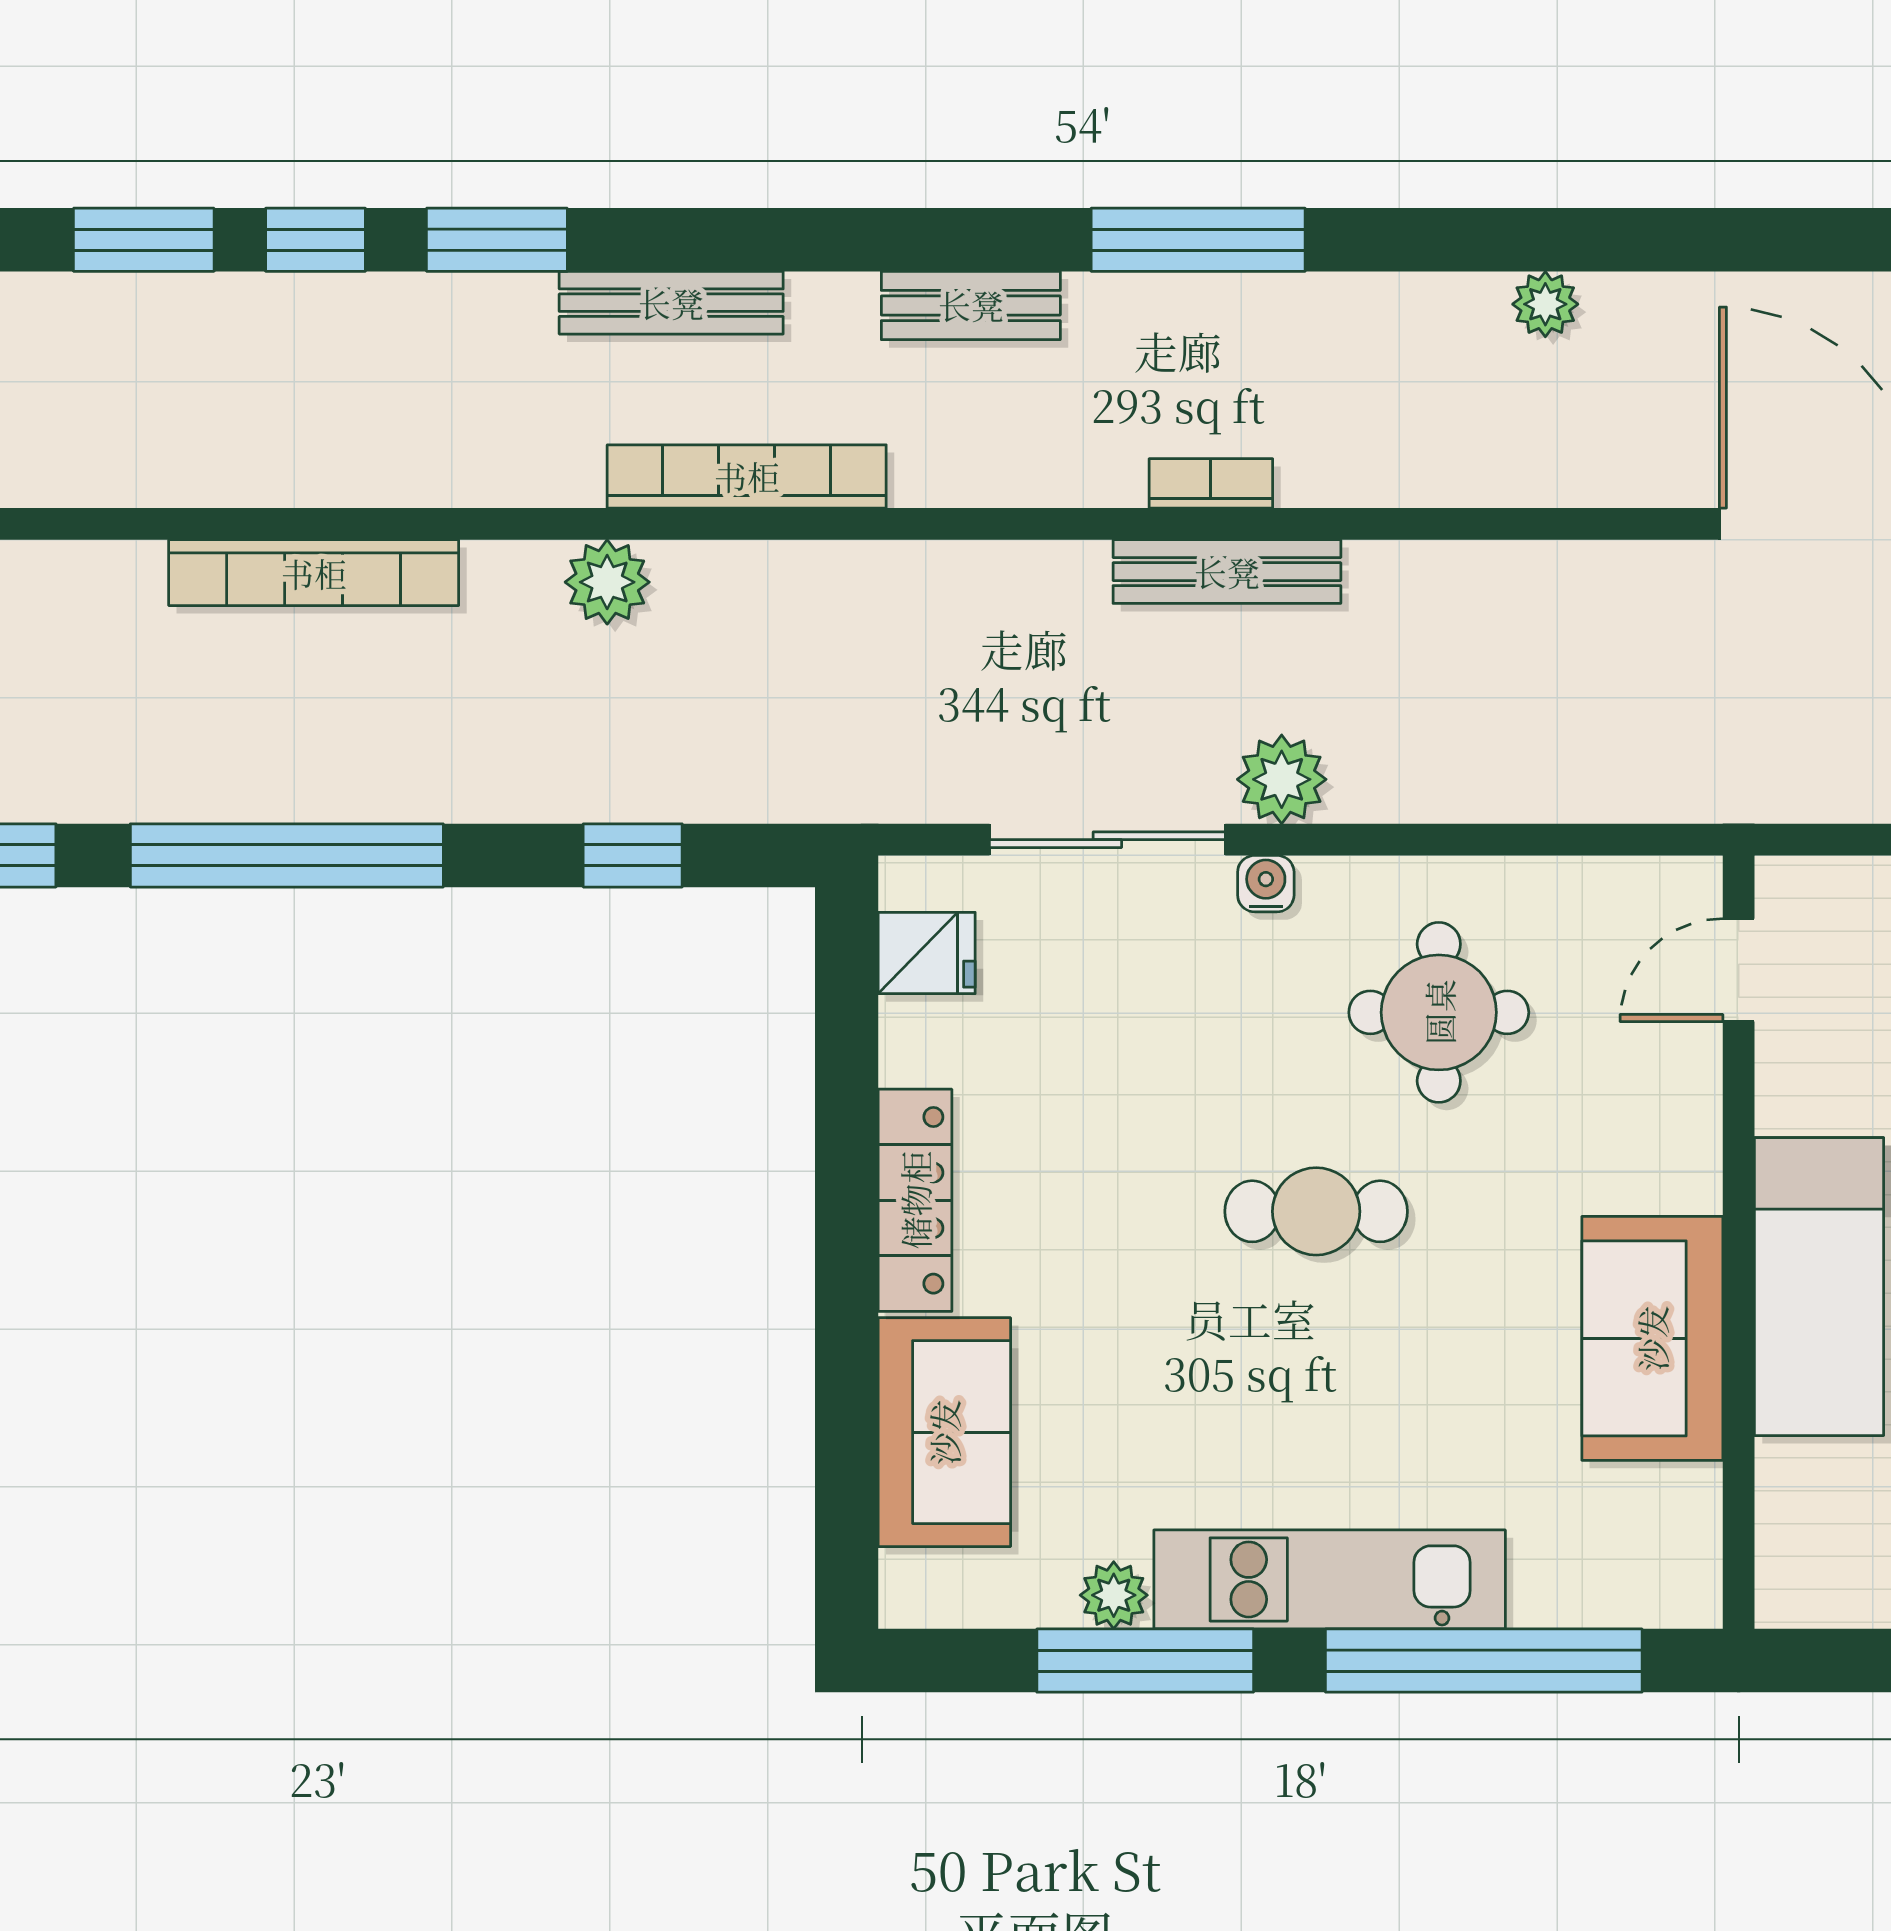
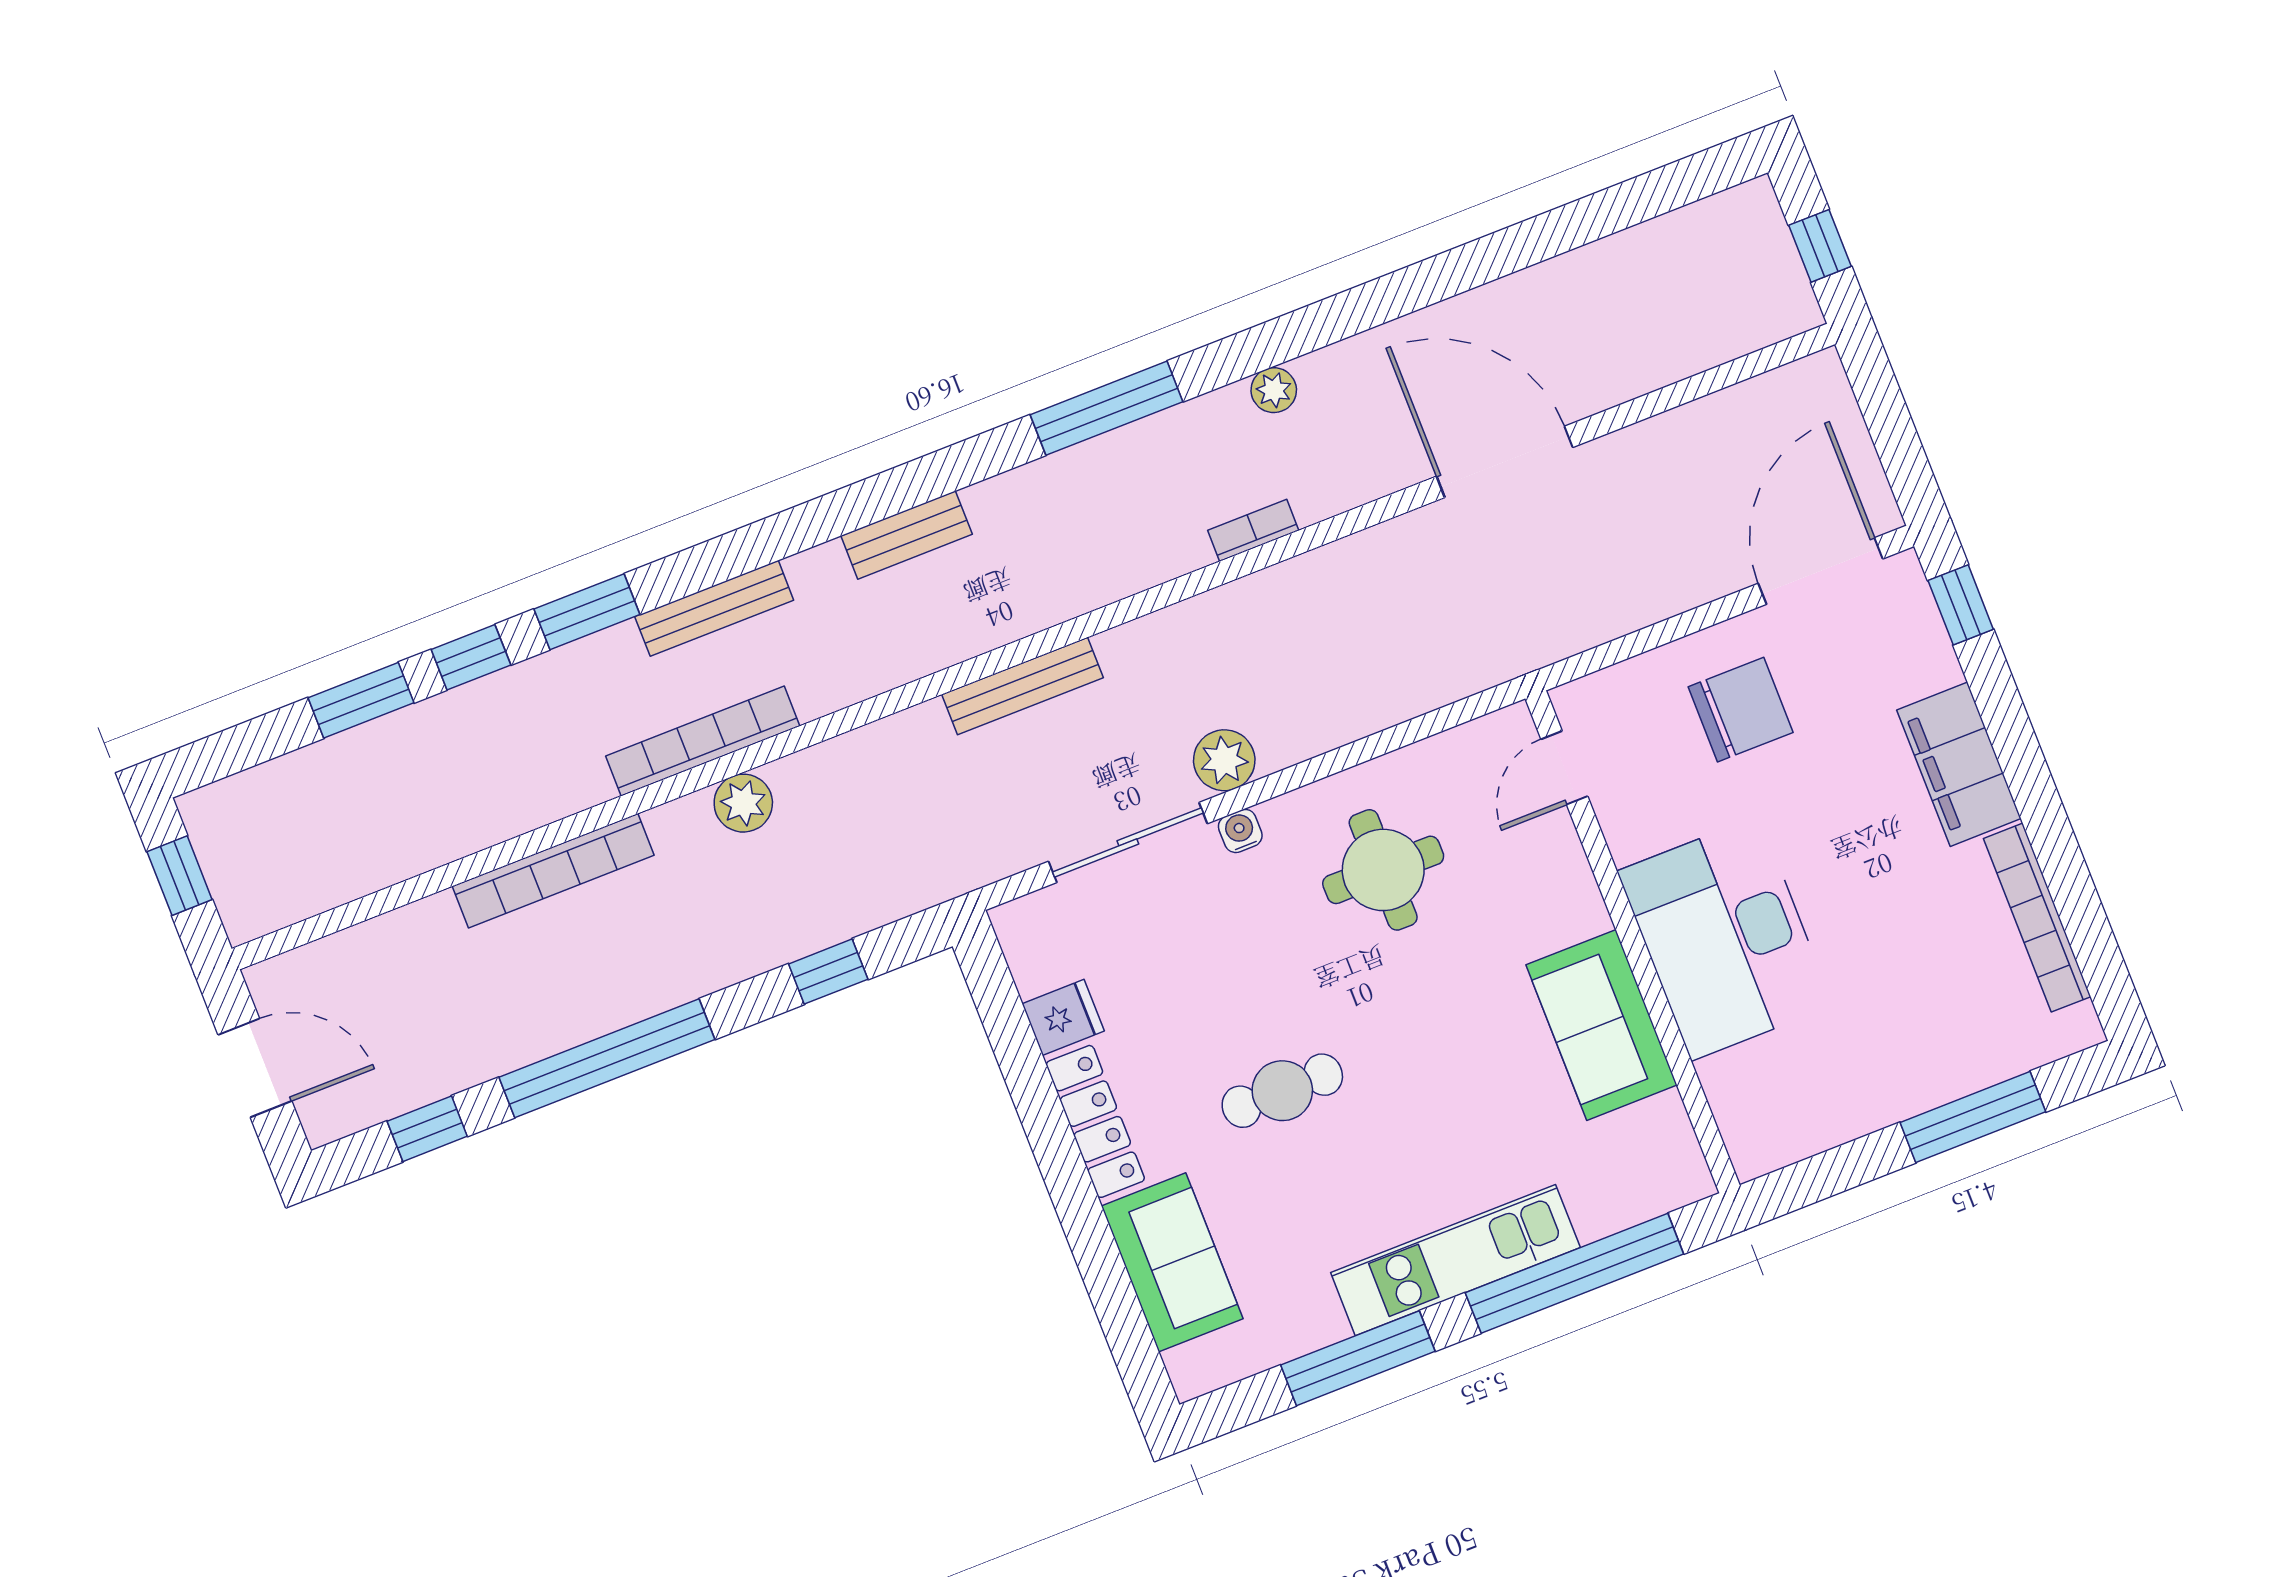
window: (1198, 240) -> (1107, 408), moved
bookcase: (747, 476) -> (703, 741), moved
bookcase: (1211, 483) -> (1253, 530), moved
bench: (1227, 572) -> (1022, 686), moved
fridge: (927, 953) -> (1063, 1017), moved
cafe table: (1316, 1211) -> (1282, 1091), moved
plant: (1114, 1595) -> (1321, 1324), removed

